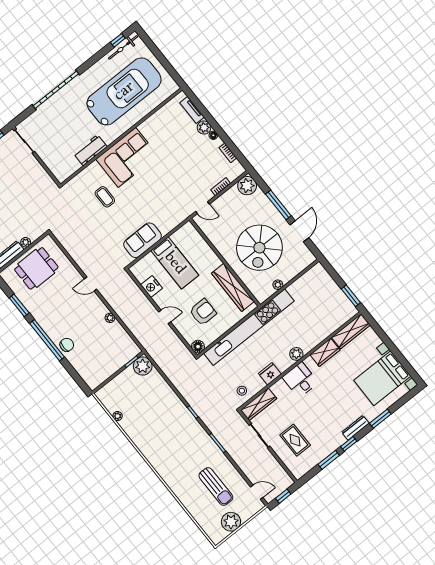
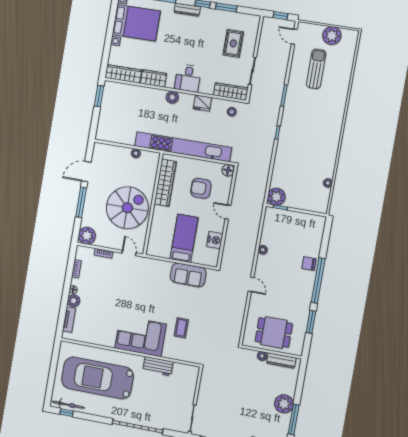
spiral stairs: (259, 248) -> (127, 208), moved

